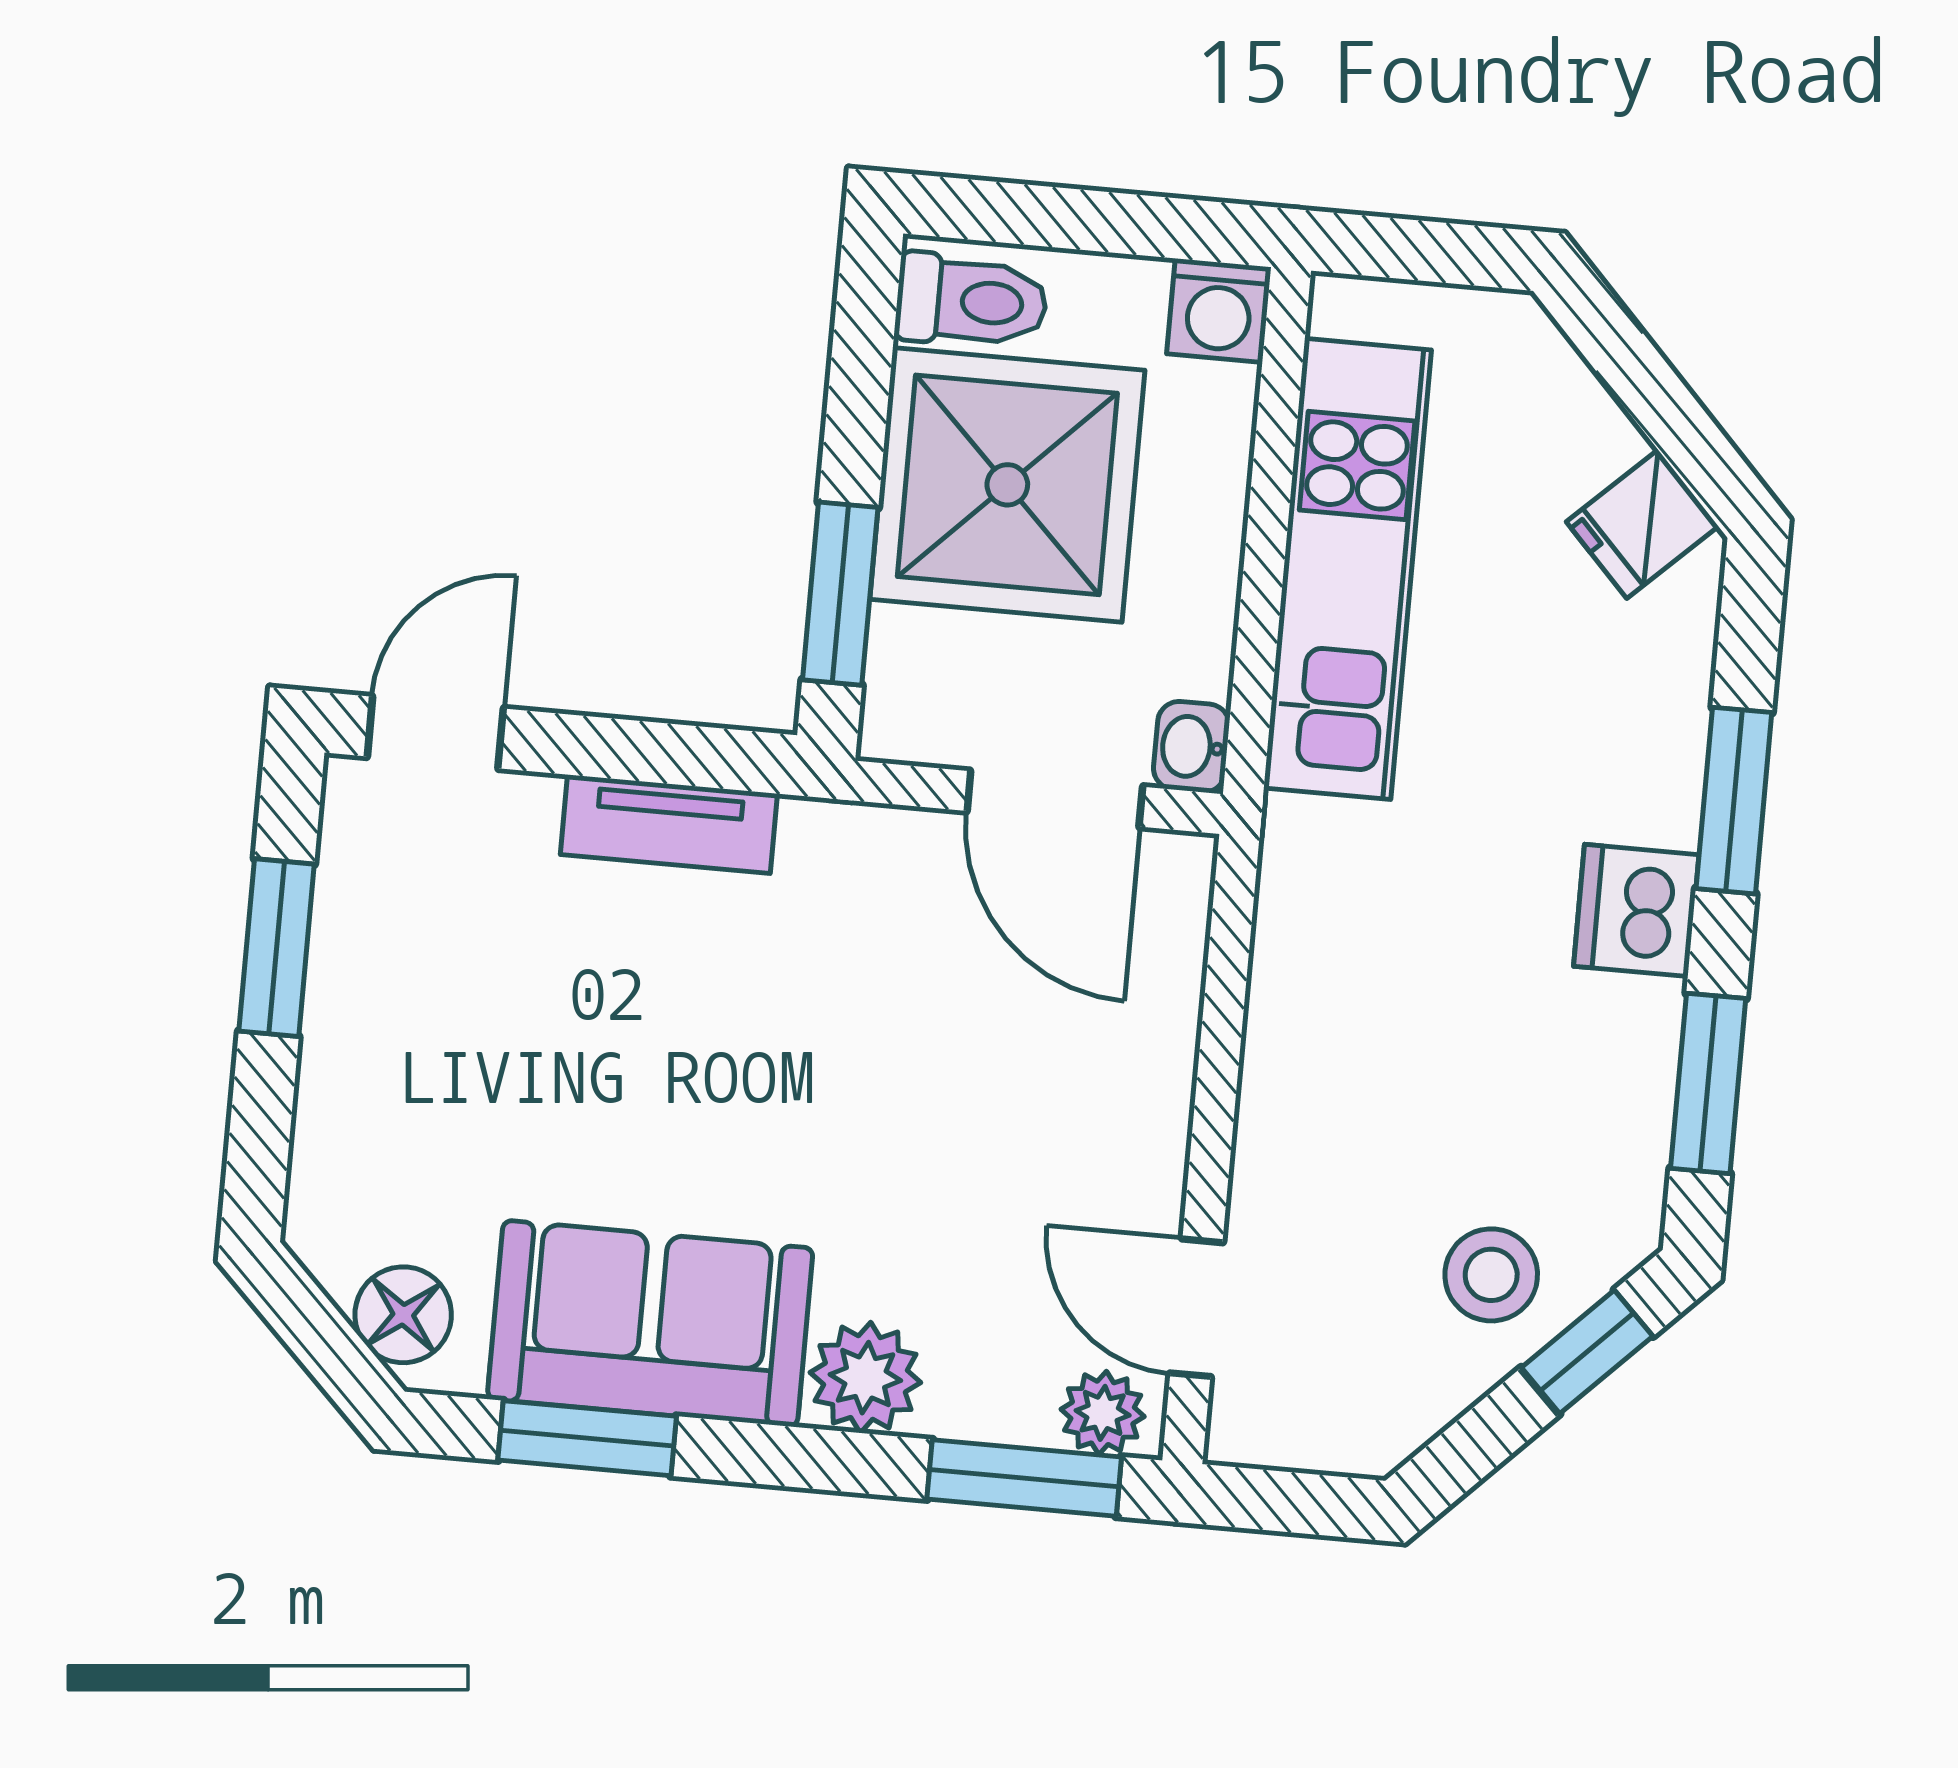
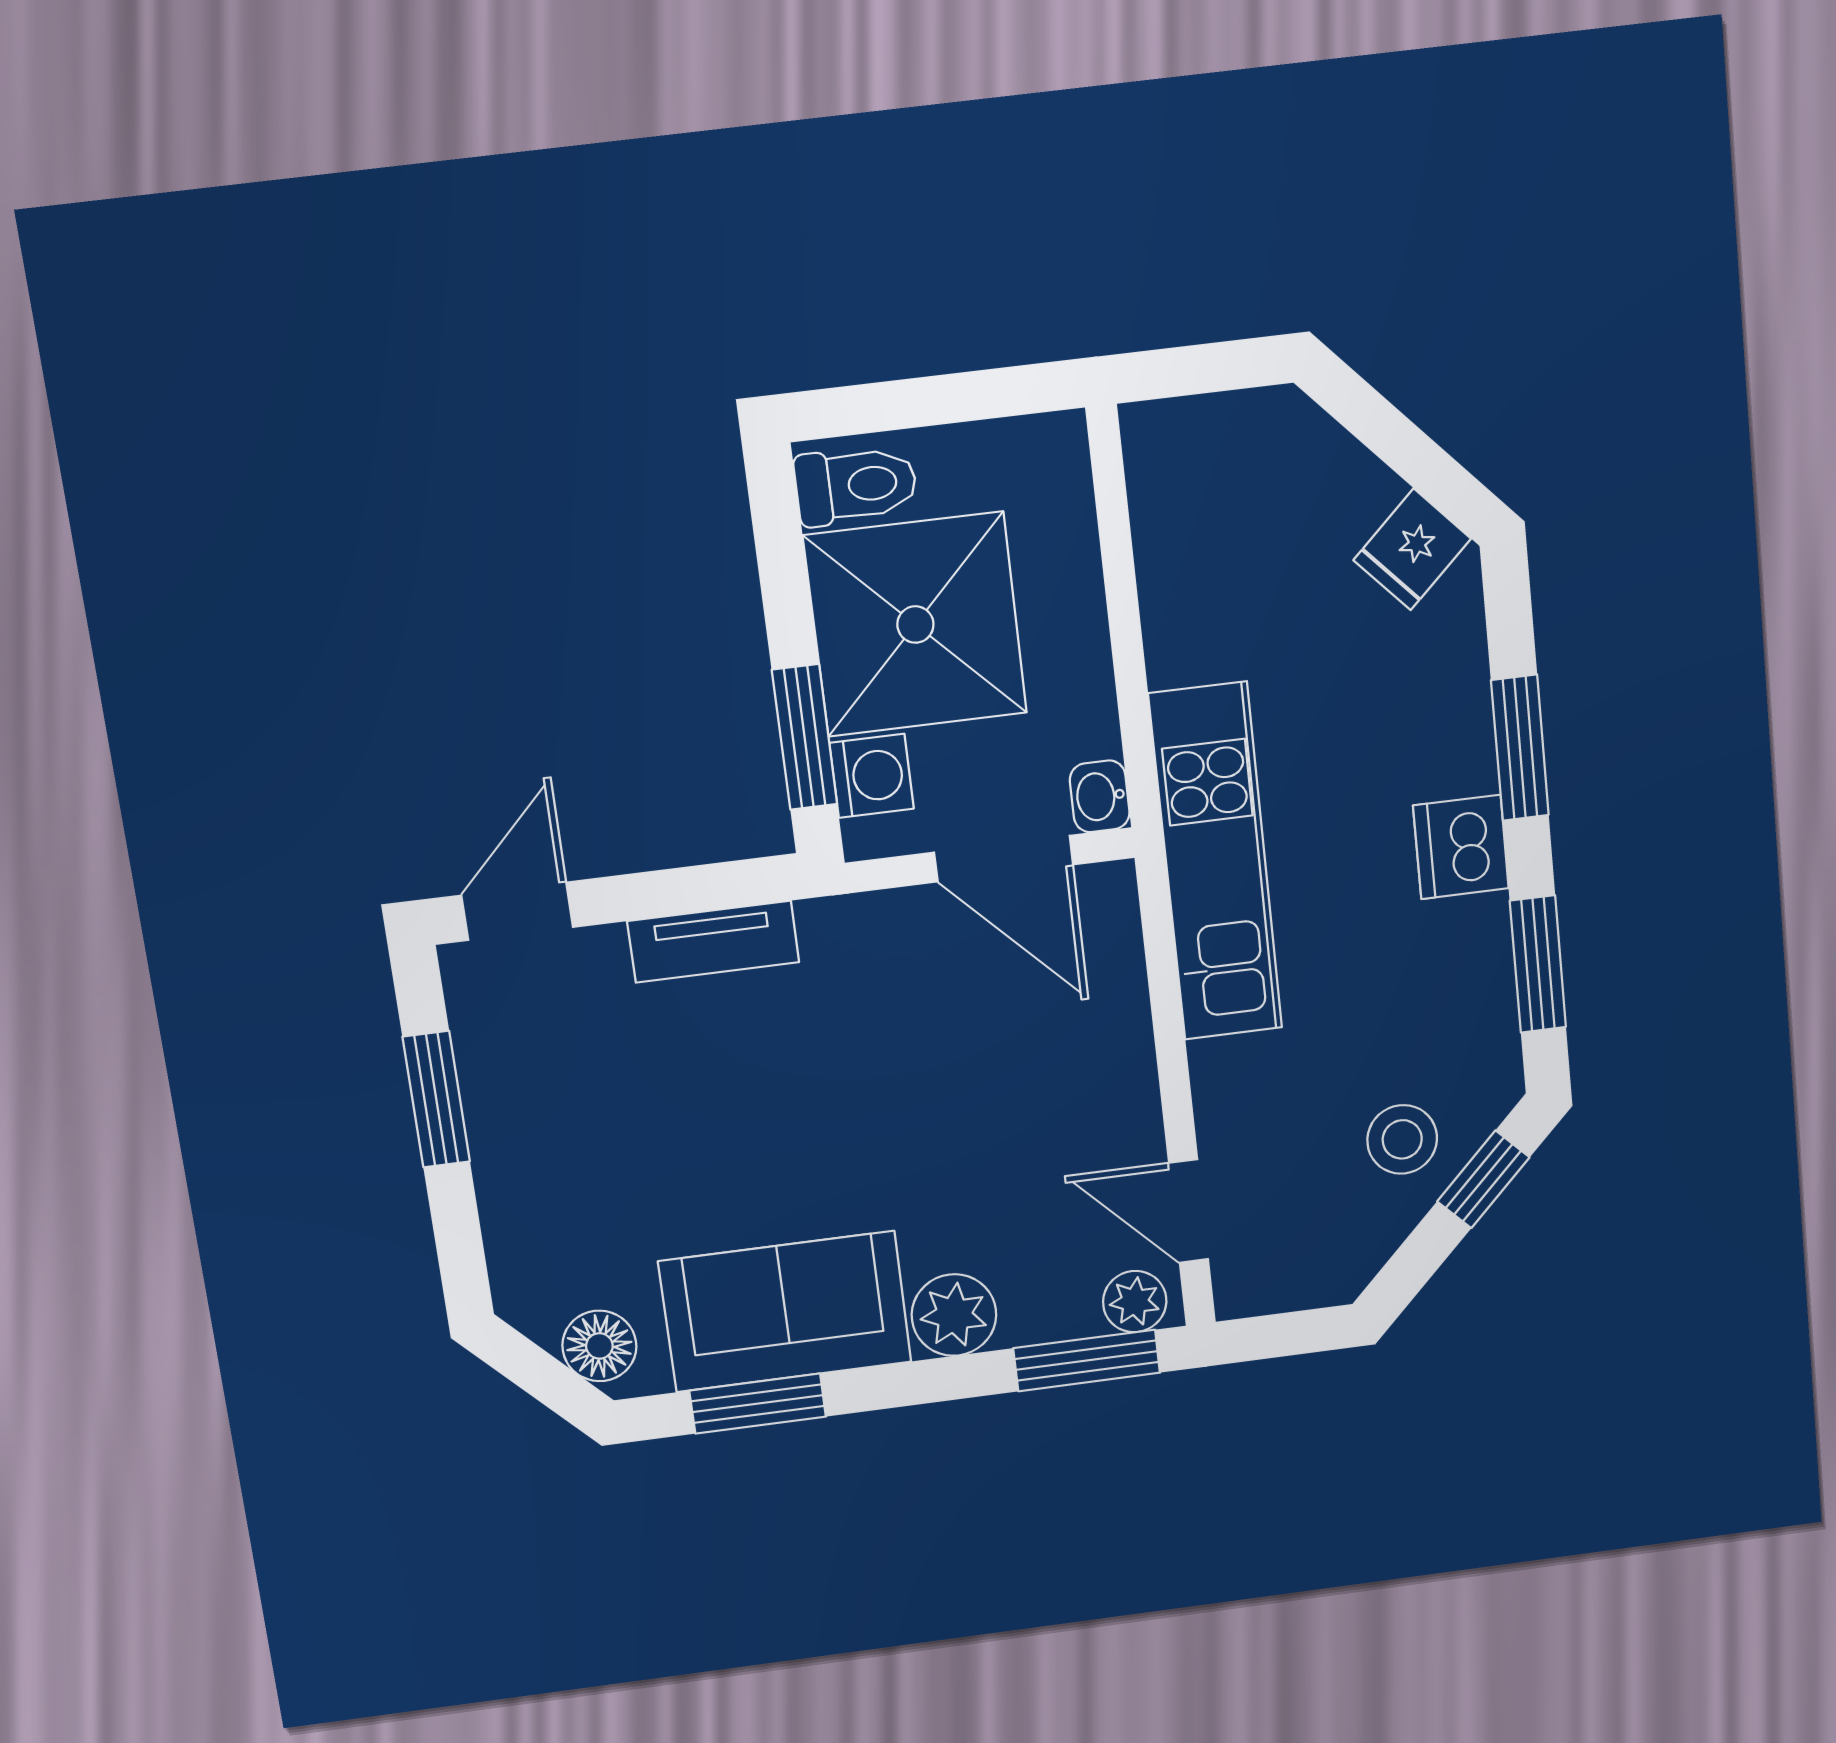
washing machine: (1219, 311) -> (872, 776), moved, turned -90
kitchen unit: (1348, 569) -> (1216, 862), moved

